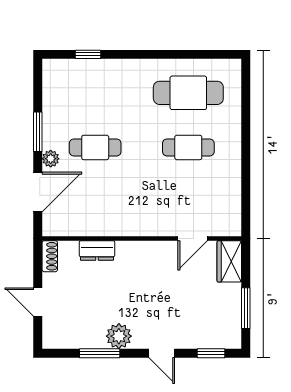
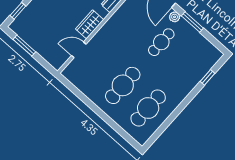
cafe table: (188, 147) -> (123, 85), width x1.37, depth x1.35
door: (193, 238) -> (79, 50), hinge flipped
wardrobe: (229, 261) -> (90, 24), moved, turned -90

